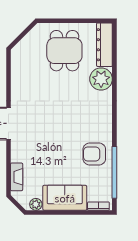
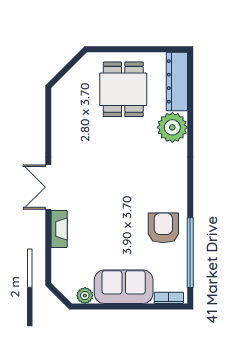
armchair: (94, 154) -> (163, 228), turned 90
fireplace: (17, 177) -> (59, 229), moved

